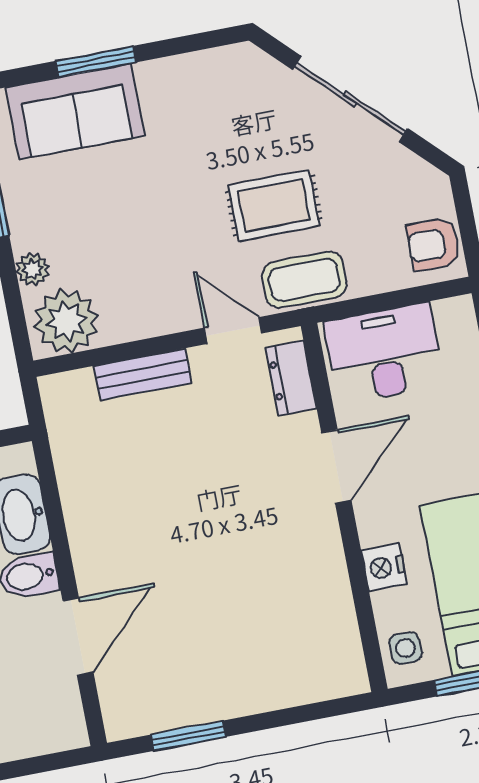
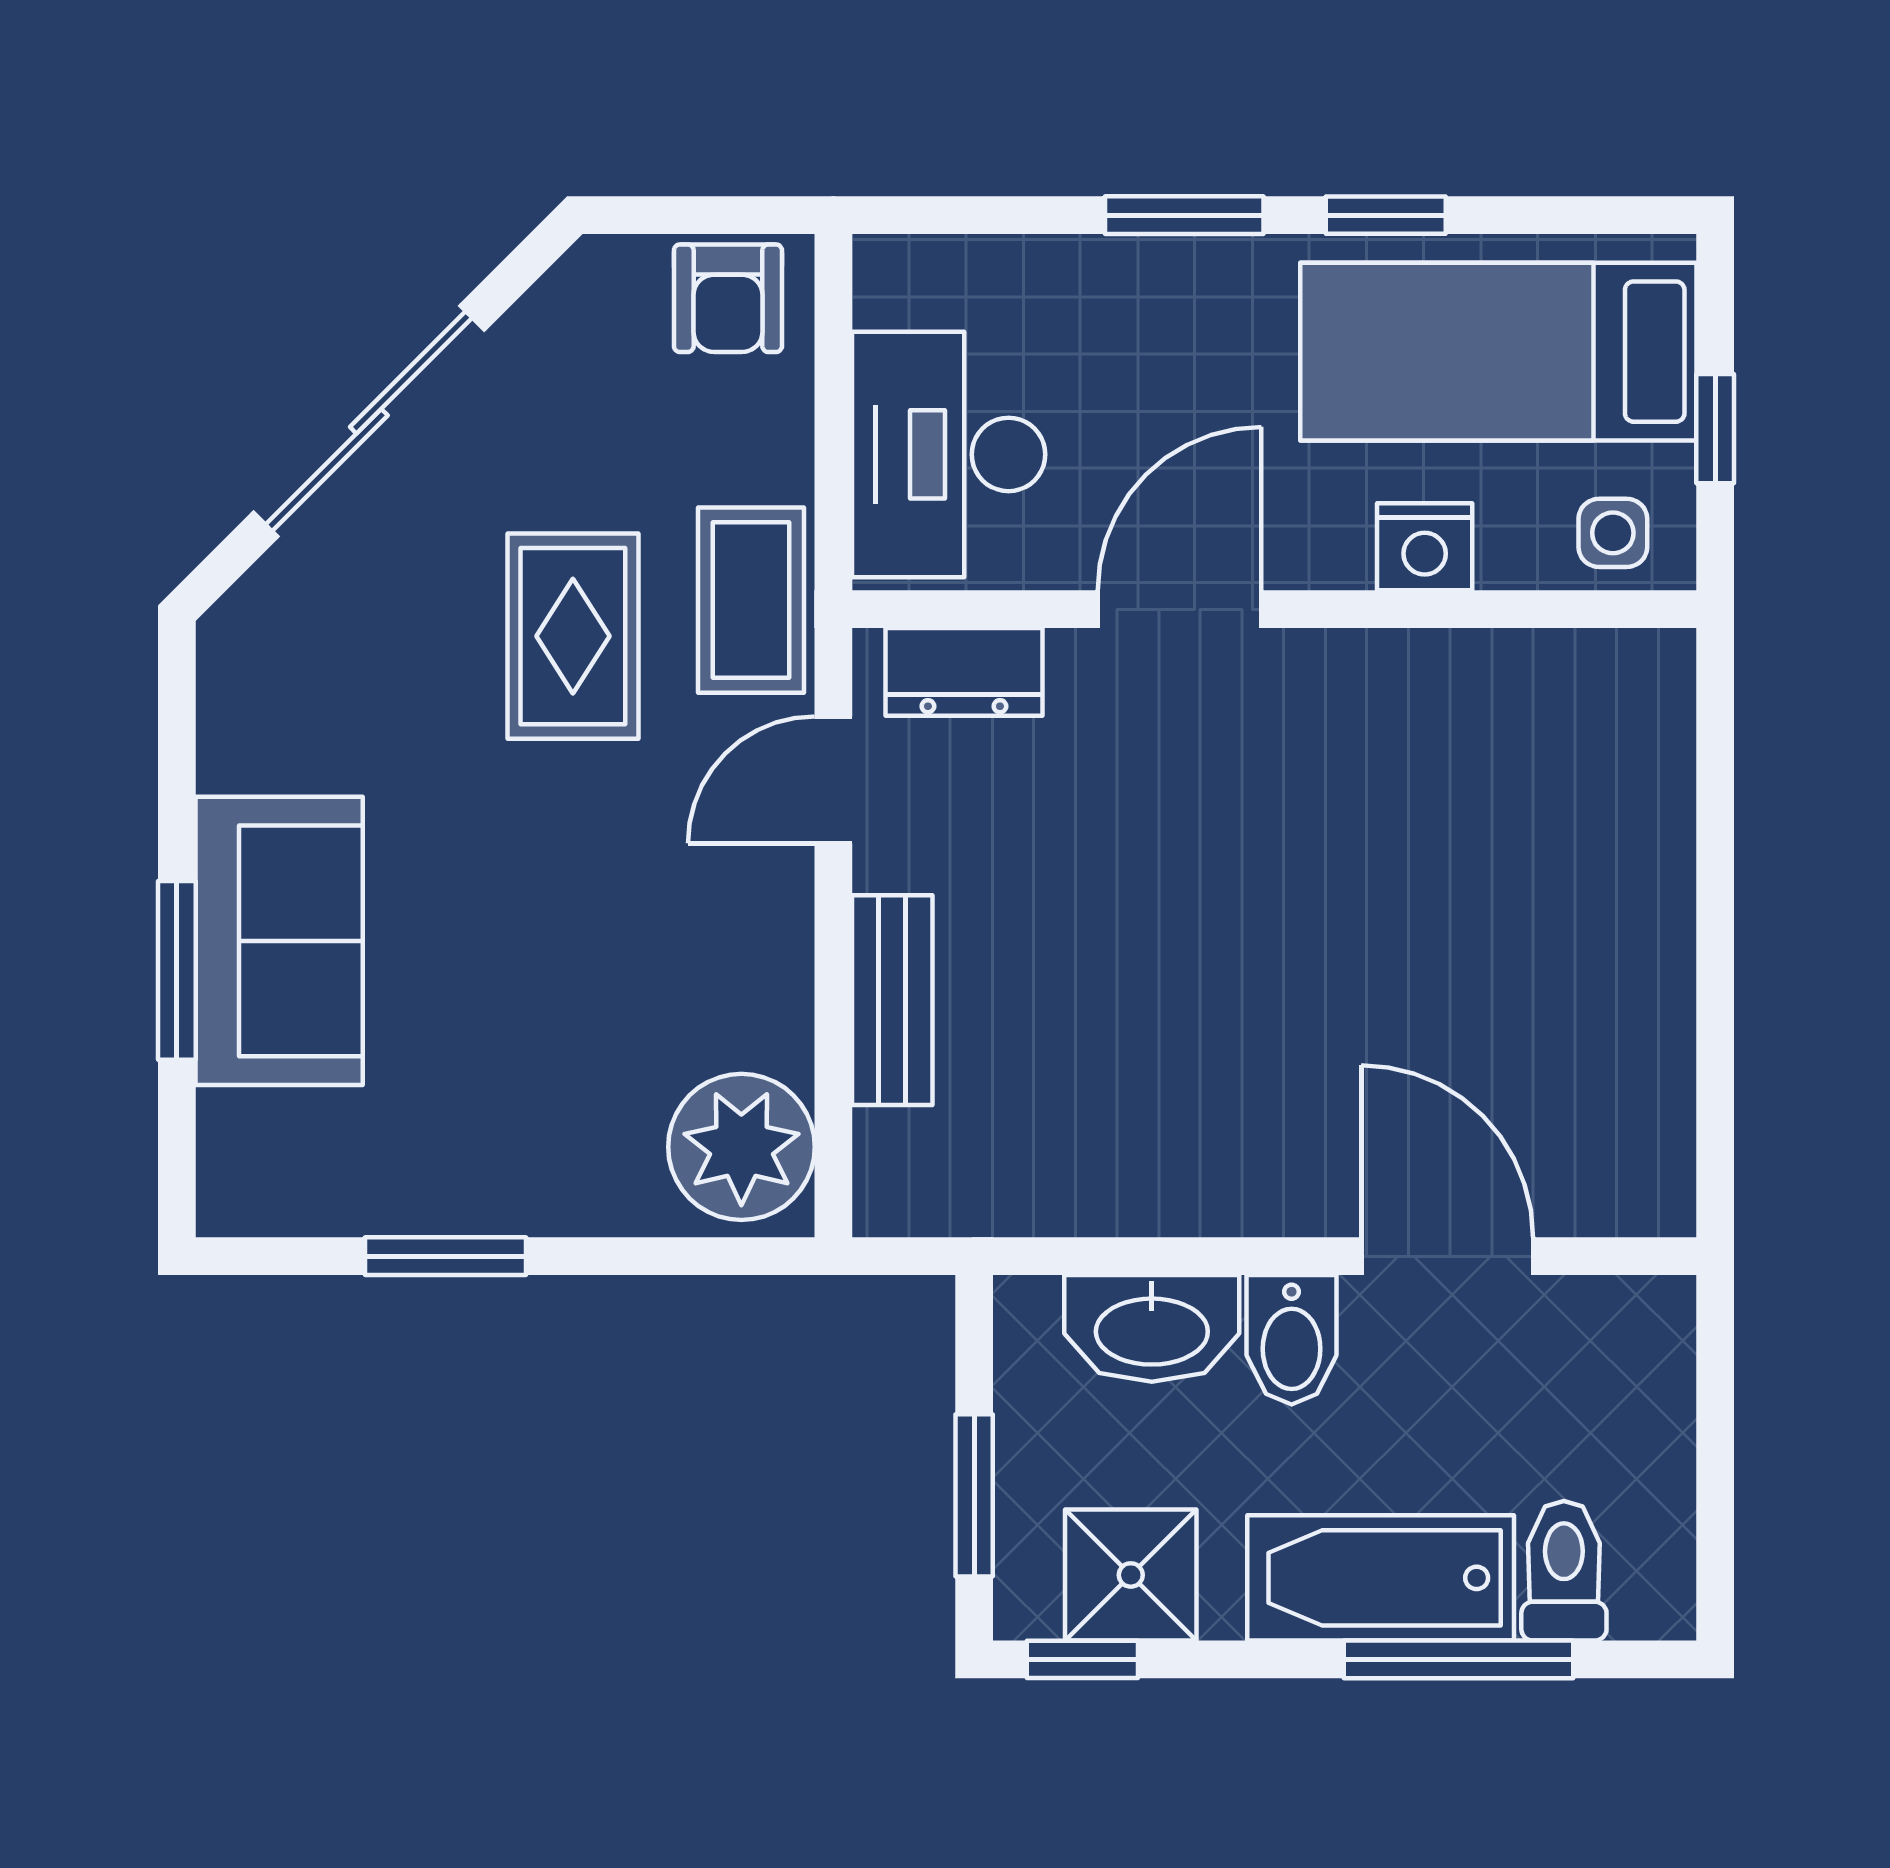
sofa: (75, 112) -> (279, 941), moved
plant: (33, 269) -> (612, 1200), removed
door: (336, 466) -> (1180, 609), hinge flipped
window: (188, 736) -> (1715, 1053), removed

